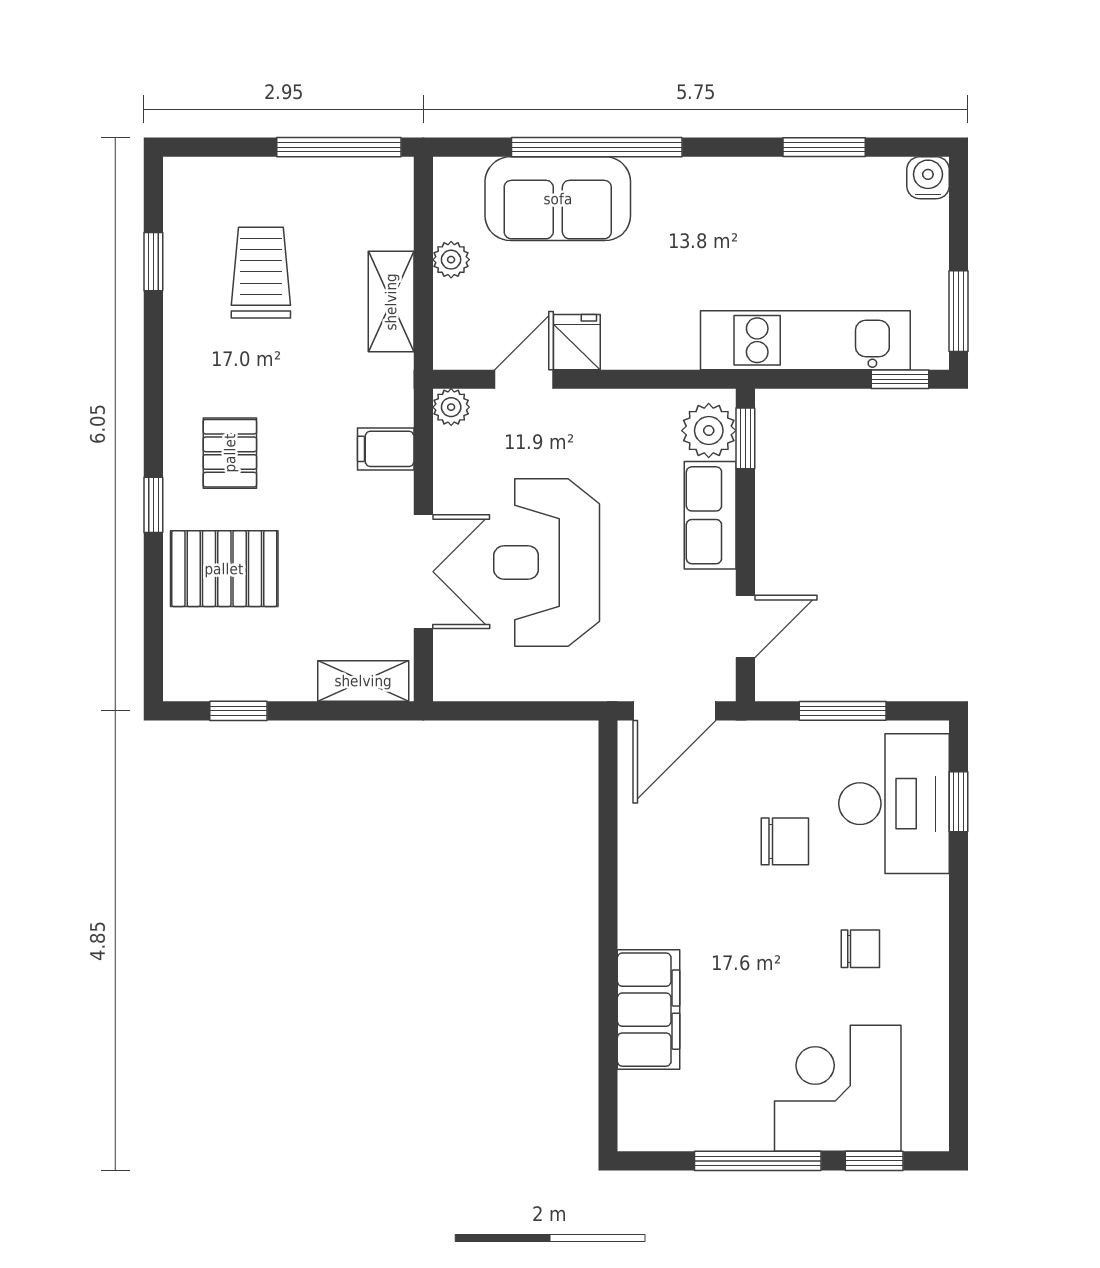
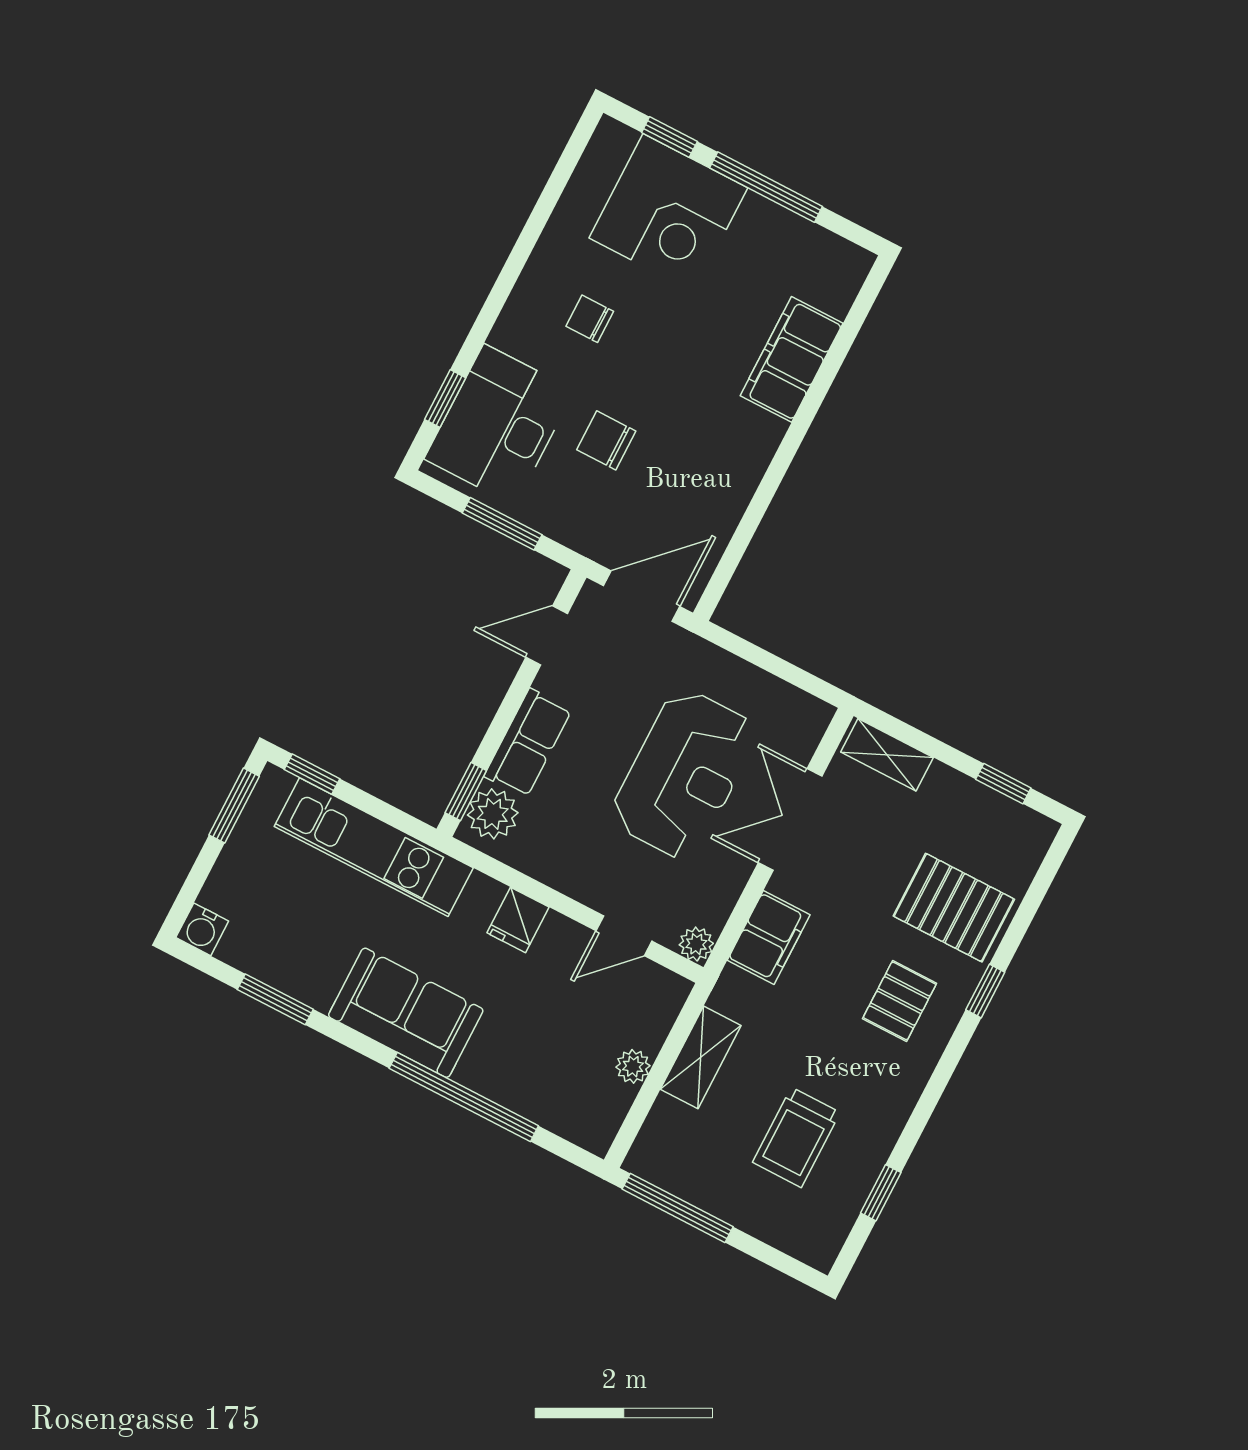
sofa: (558, 199) -> (406, 1013), moved
fridge: (577, 342) -> (518, 920), moved
filing cabinet: (386, 449) -> (769, 938), width x2.00

